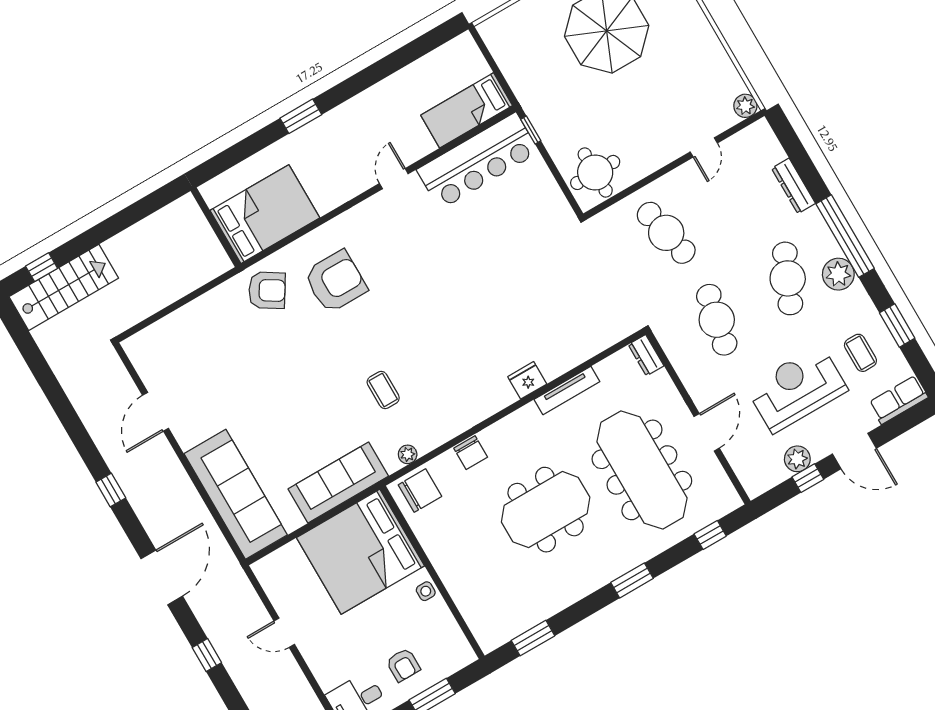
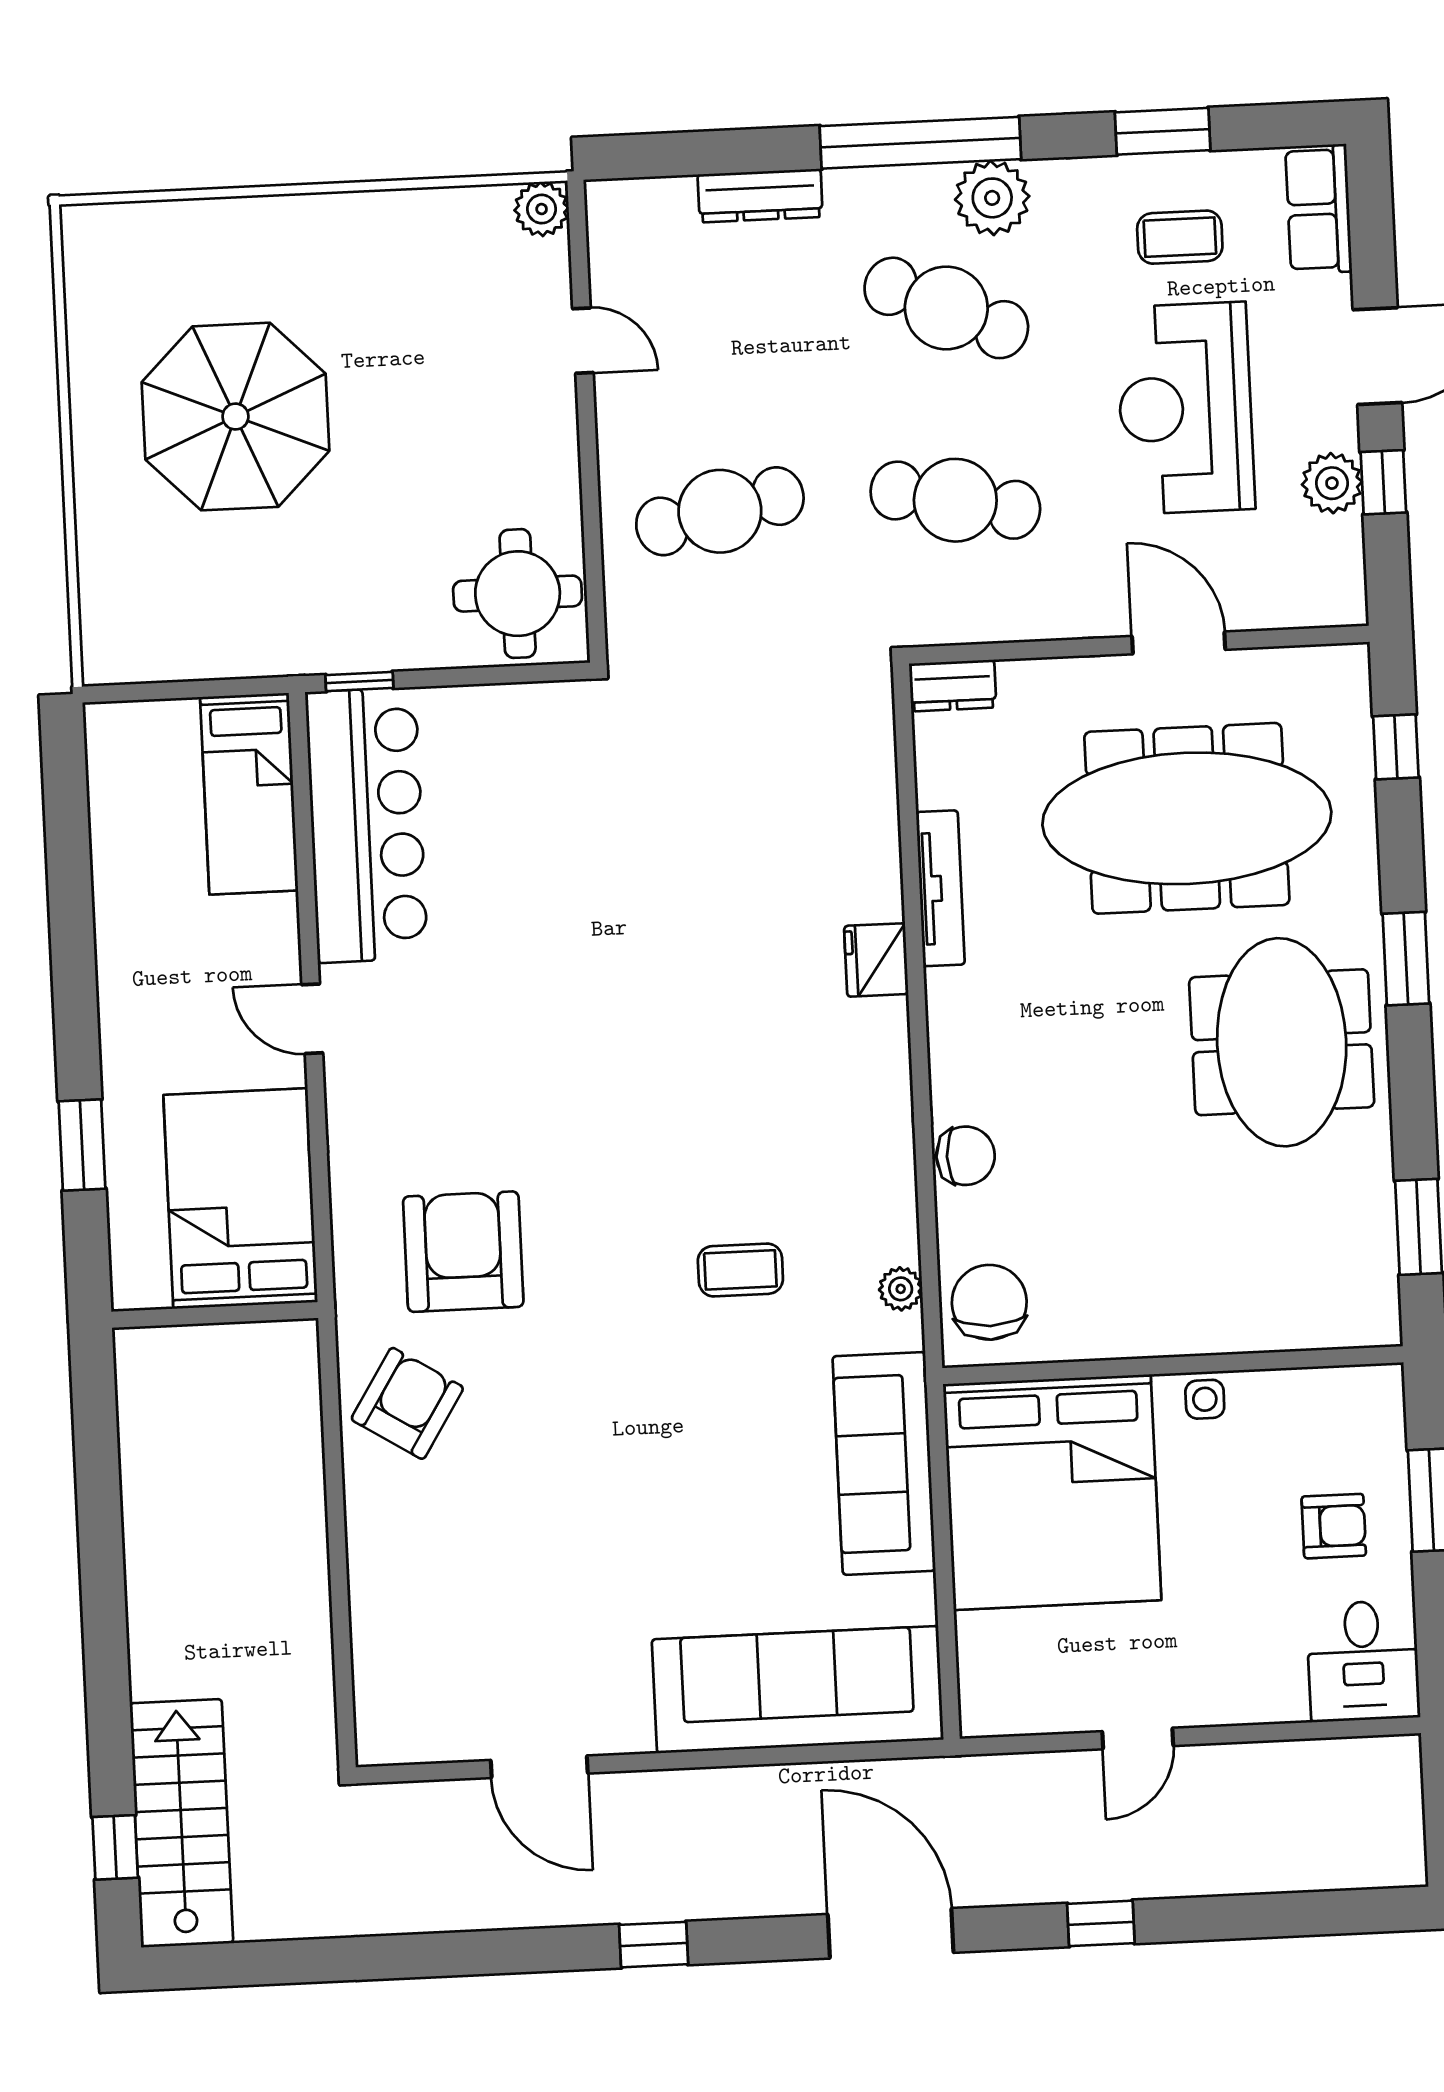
bed: (265, 214) -> (240, 1198), moved
wall: (216, 227) -> (215, 1315), moved
meeting table: (546, 510) -> (1282, 1042), moved

